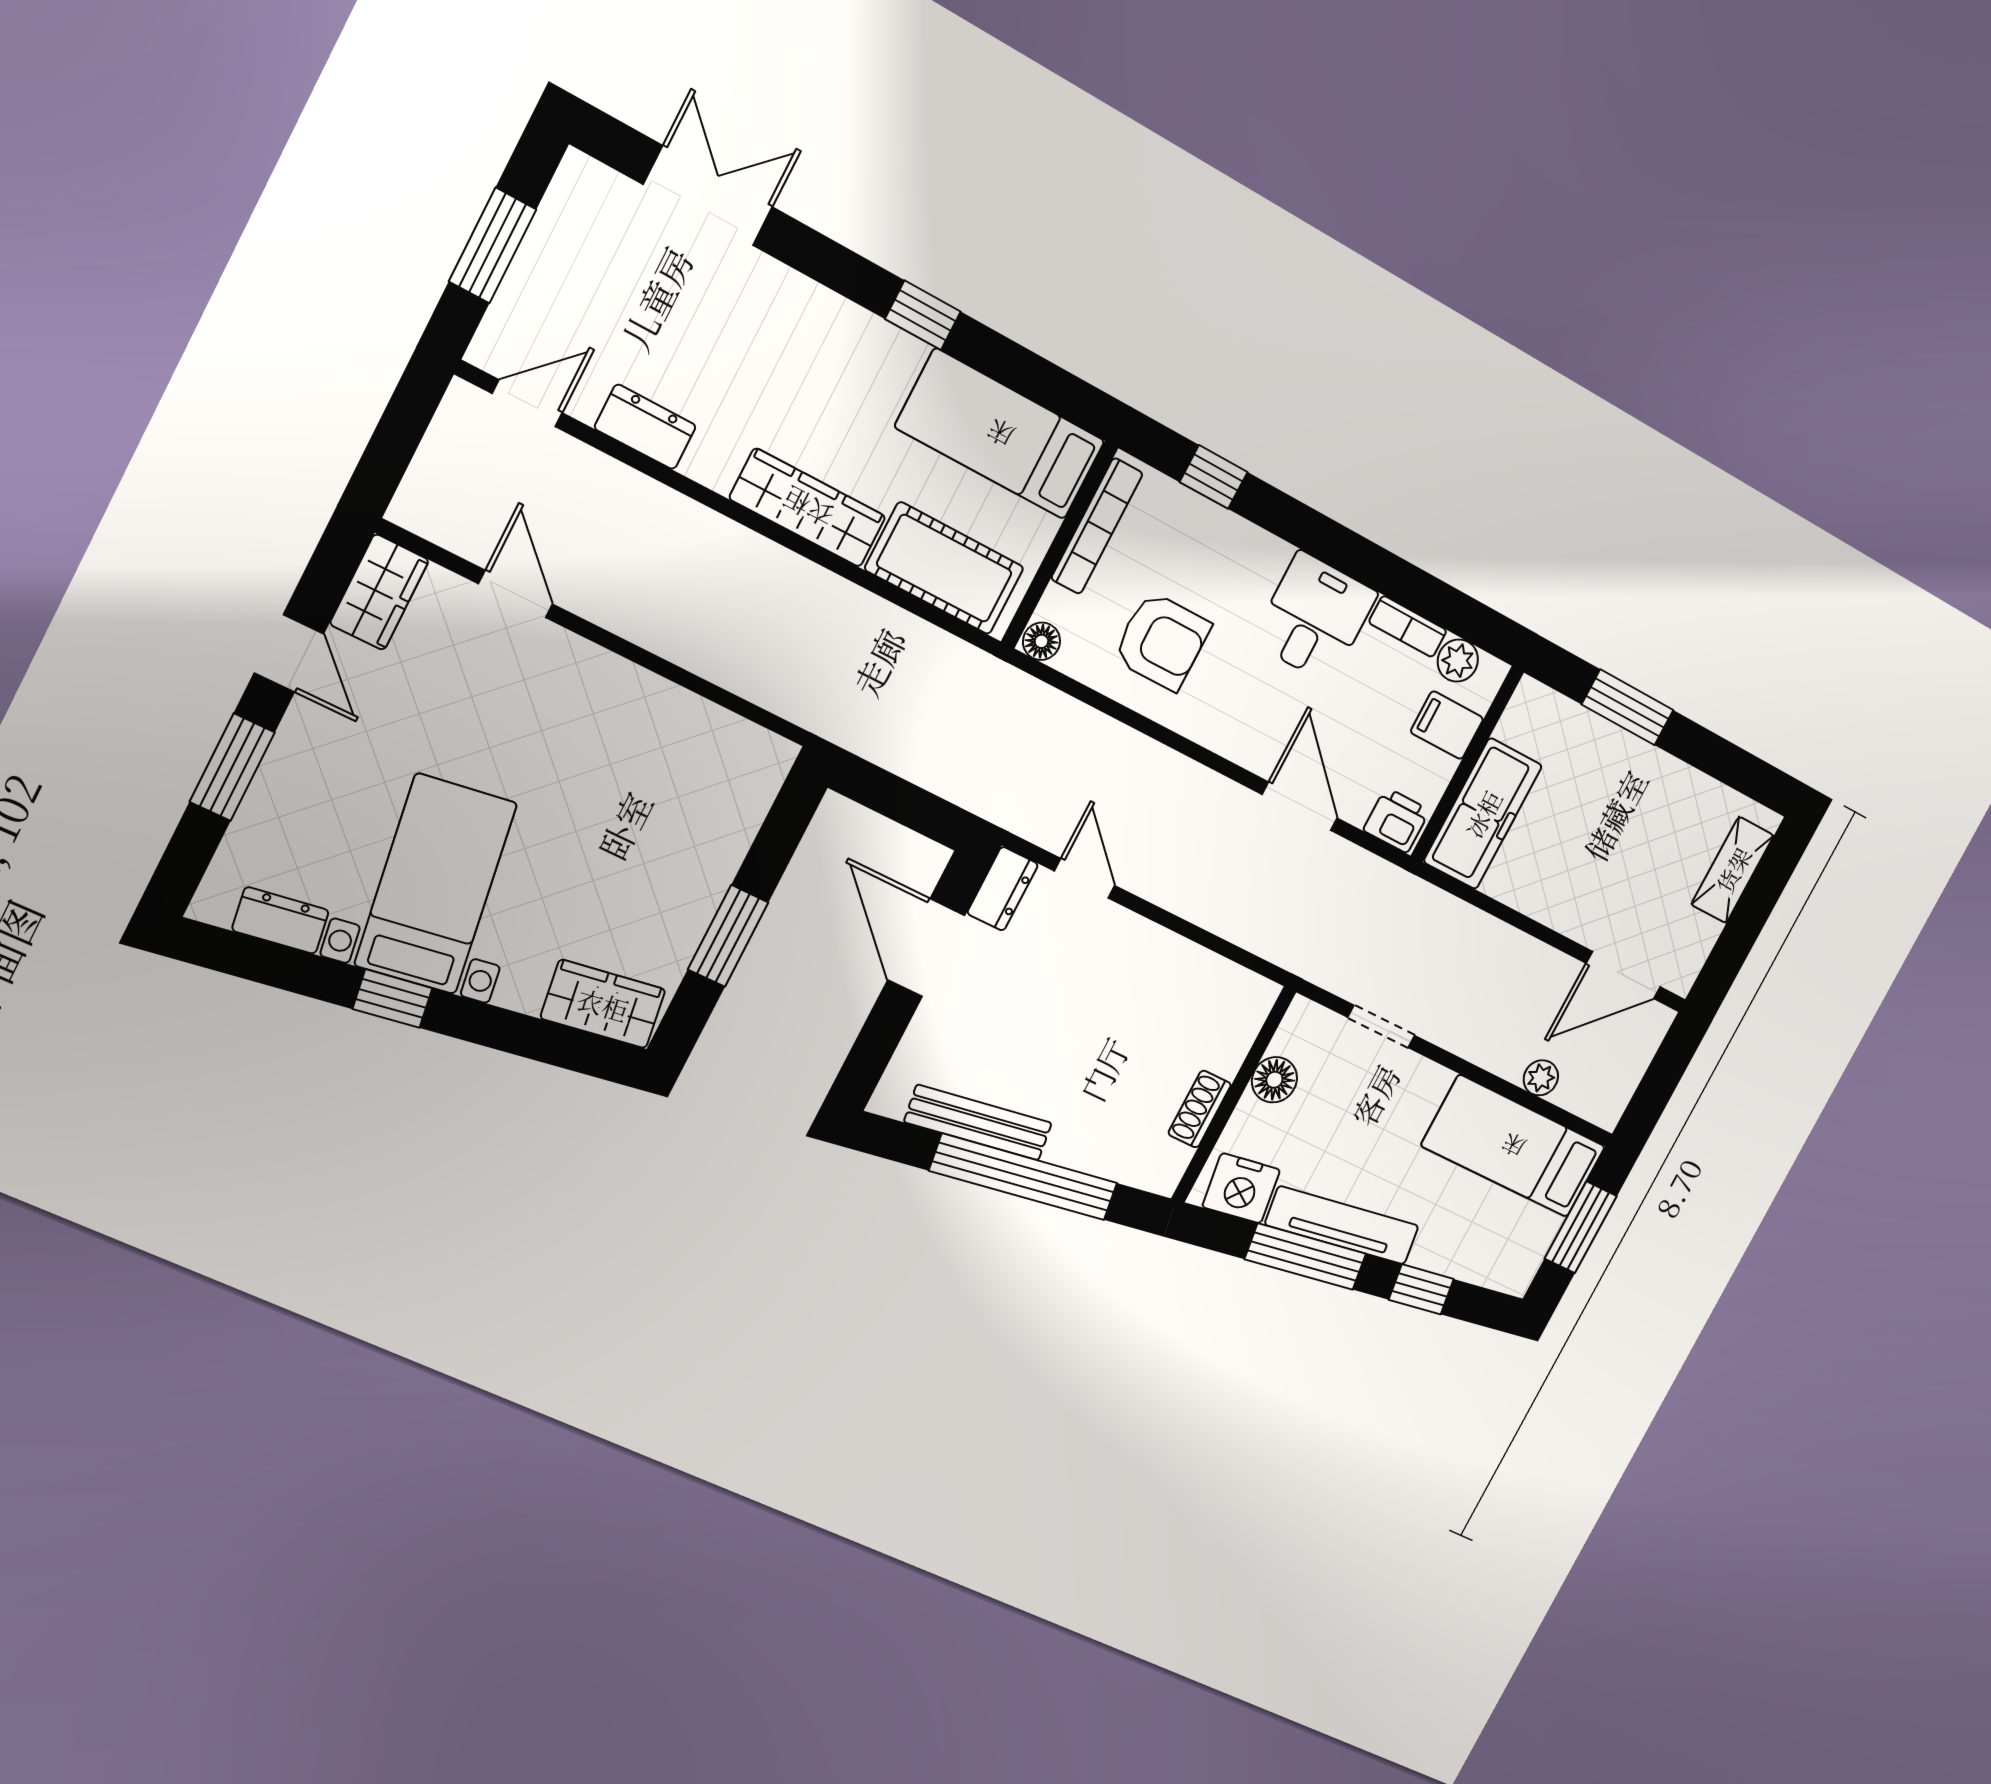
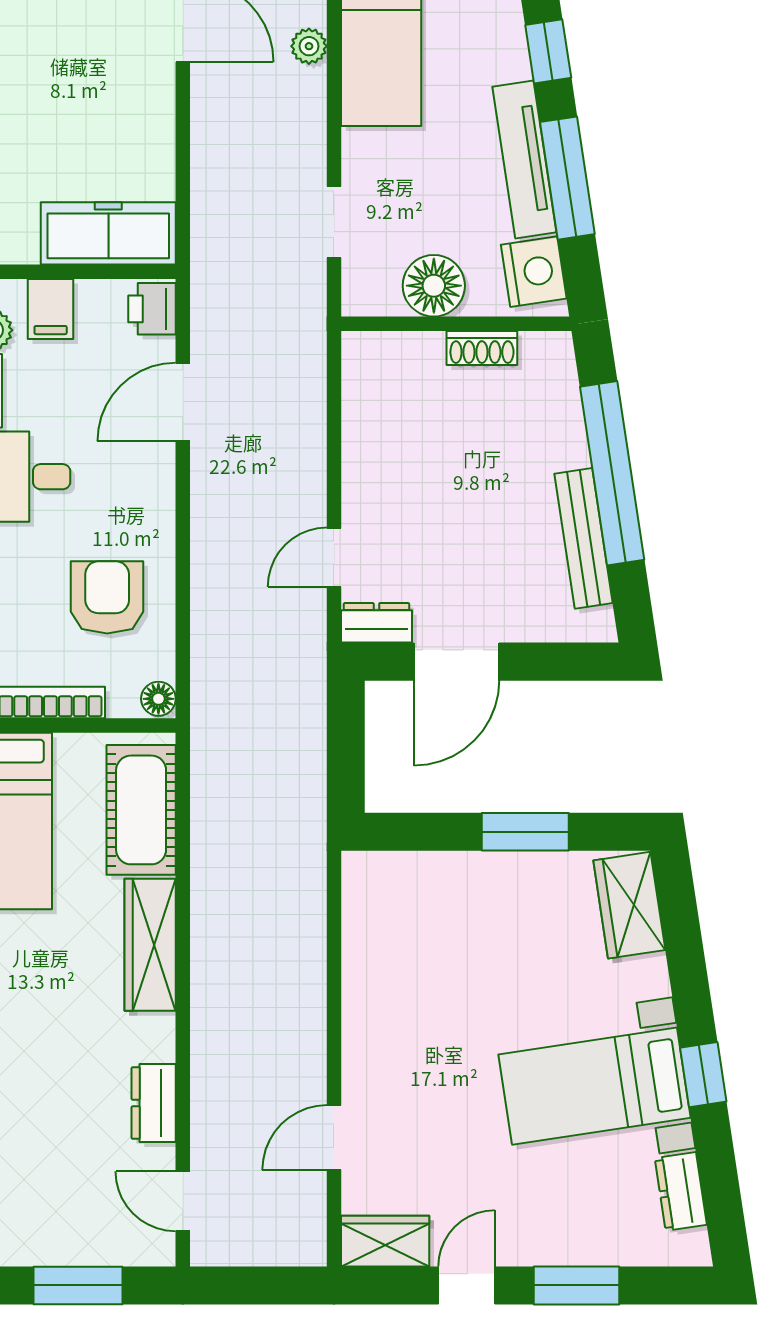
floor lamp: (1274, 1080) -> (434, 286), width x1.38, depth x1.38

